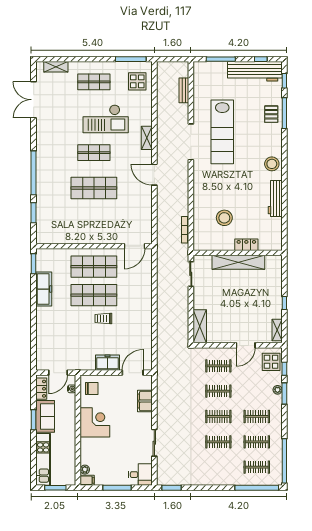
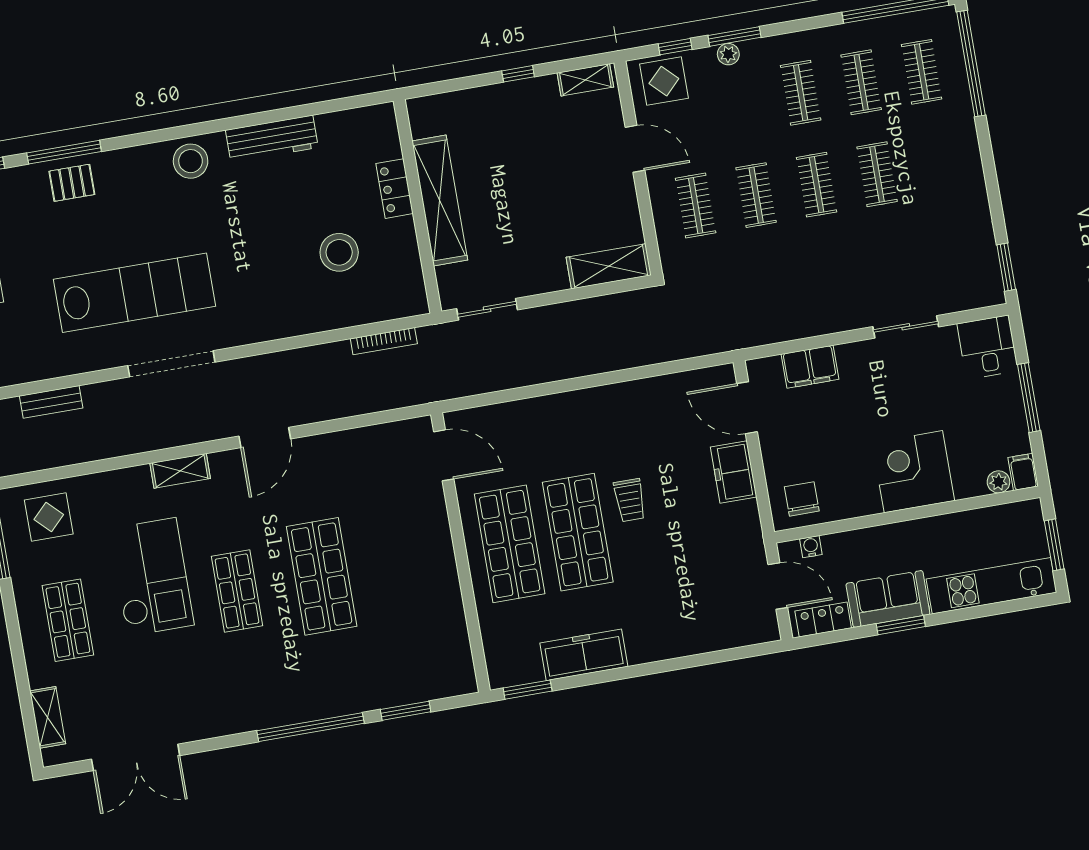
corner desk: (95, 422) -> (913, 472), moved

